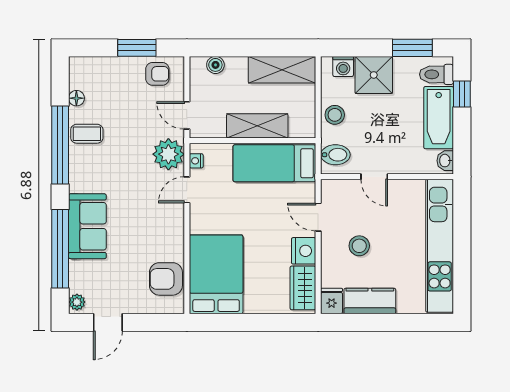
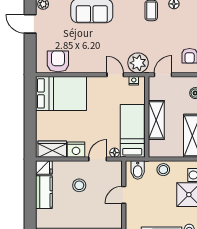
floor lamp: (308, 191) -> (115, 153), added

